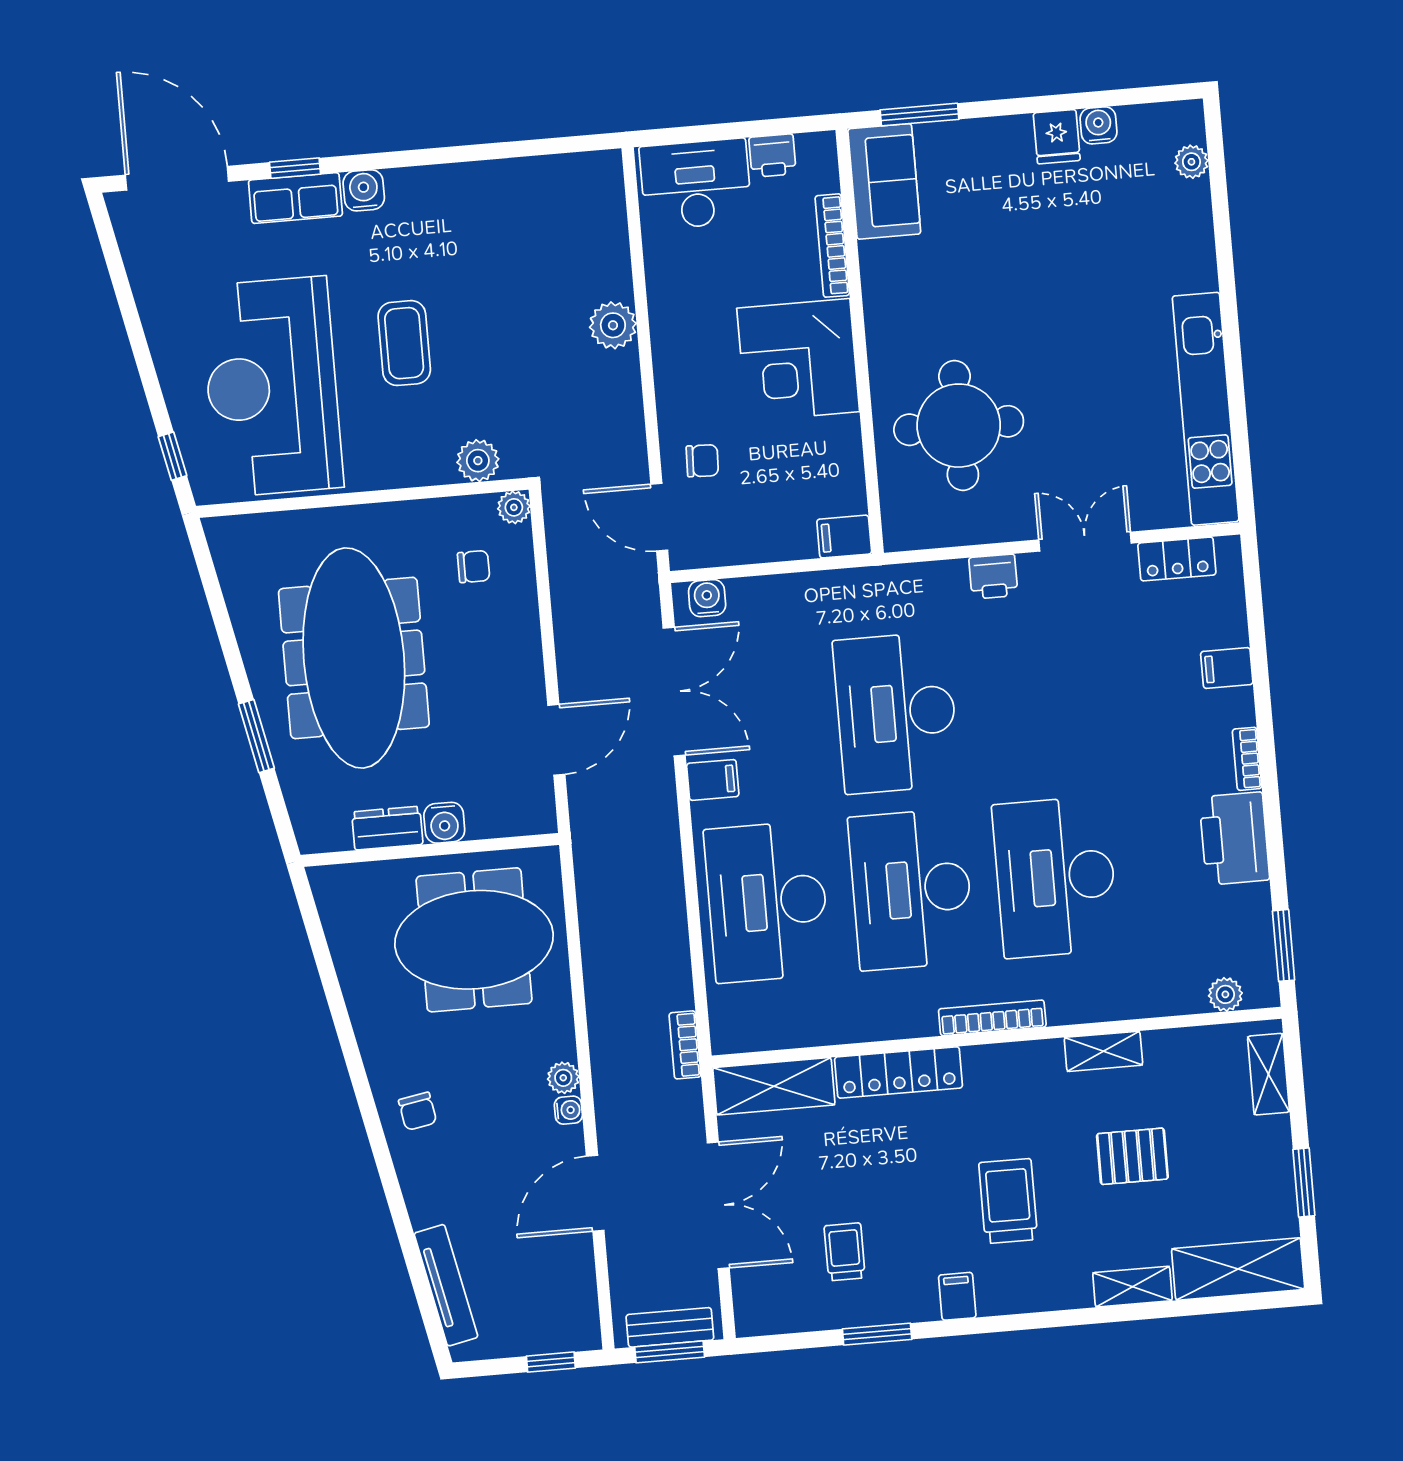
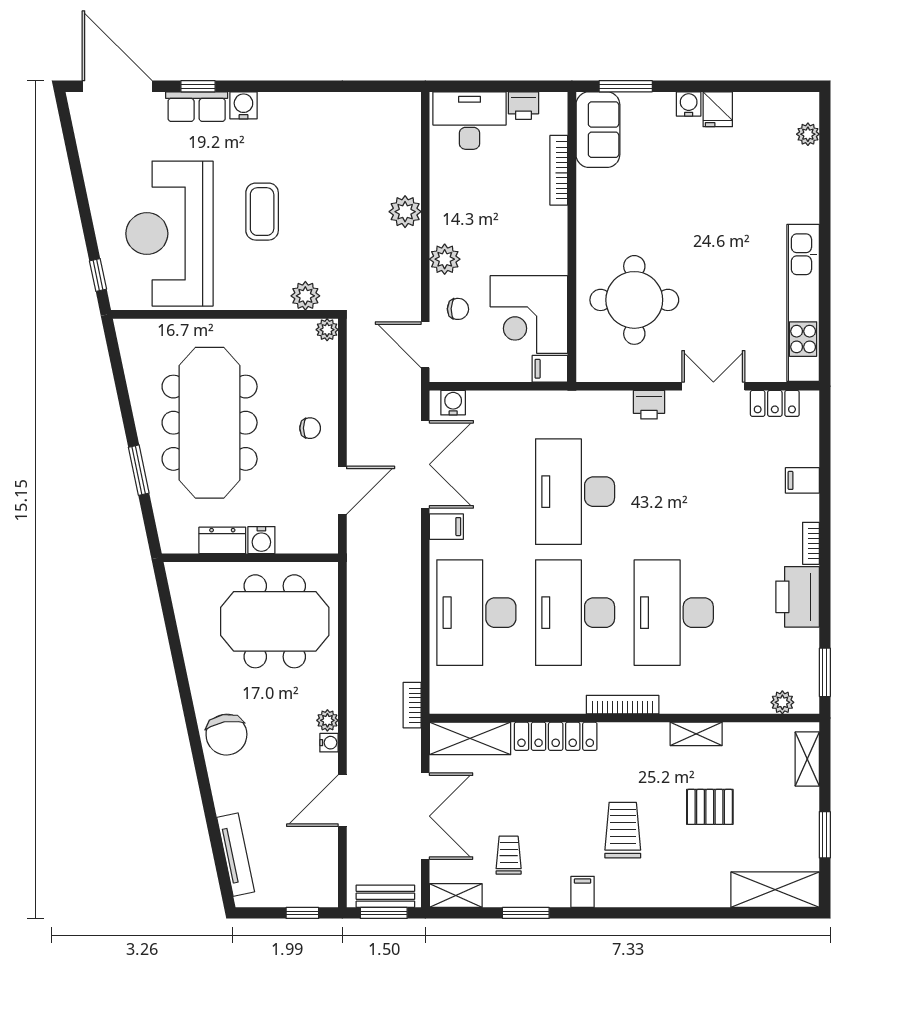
water cooler: (1098, 125) -> (689, 104), moved
corner desk: (798, 360) -> (529, 315), moved
plant: (677, 390) -> (445, 259), added
chair: (474, 567) -> (310, 428), moved
chair: (418, 1111) -> (226, 735), width x1.87, depth x1.87
shelving: (1132, 1287) -> (456, 896), moved

